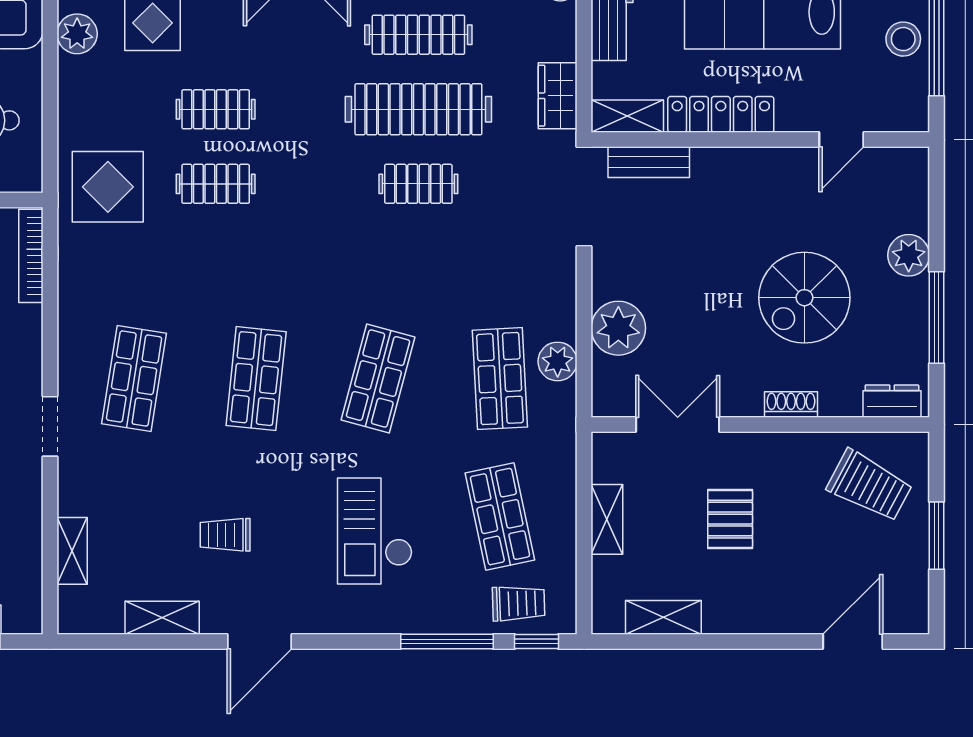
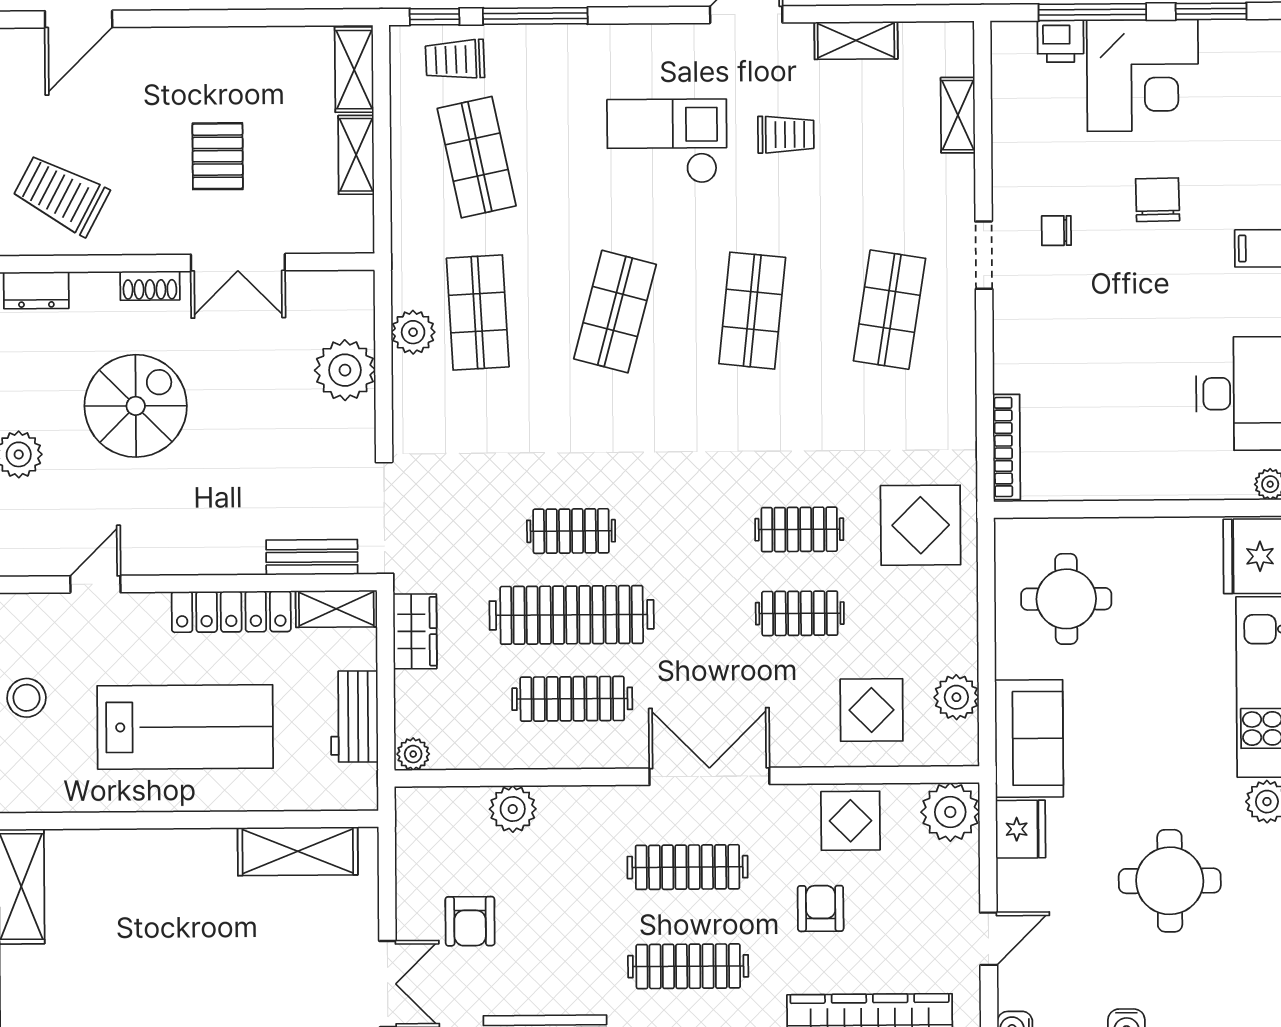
double door: (678, 424) -> (238, 263), moved
checkout: (375, 531) -> (667, 141), moved, turned -90
shelving: (663, 617) -> (354, 70), moved, turned 90

